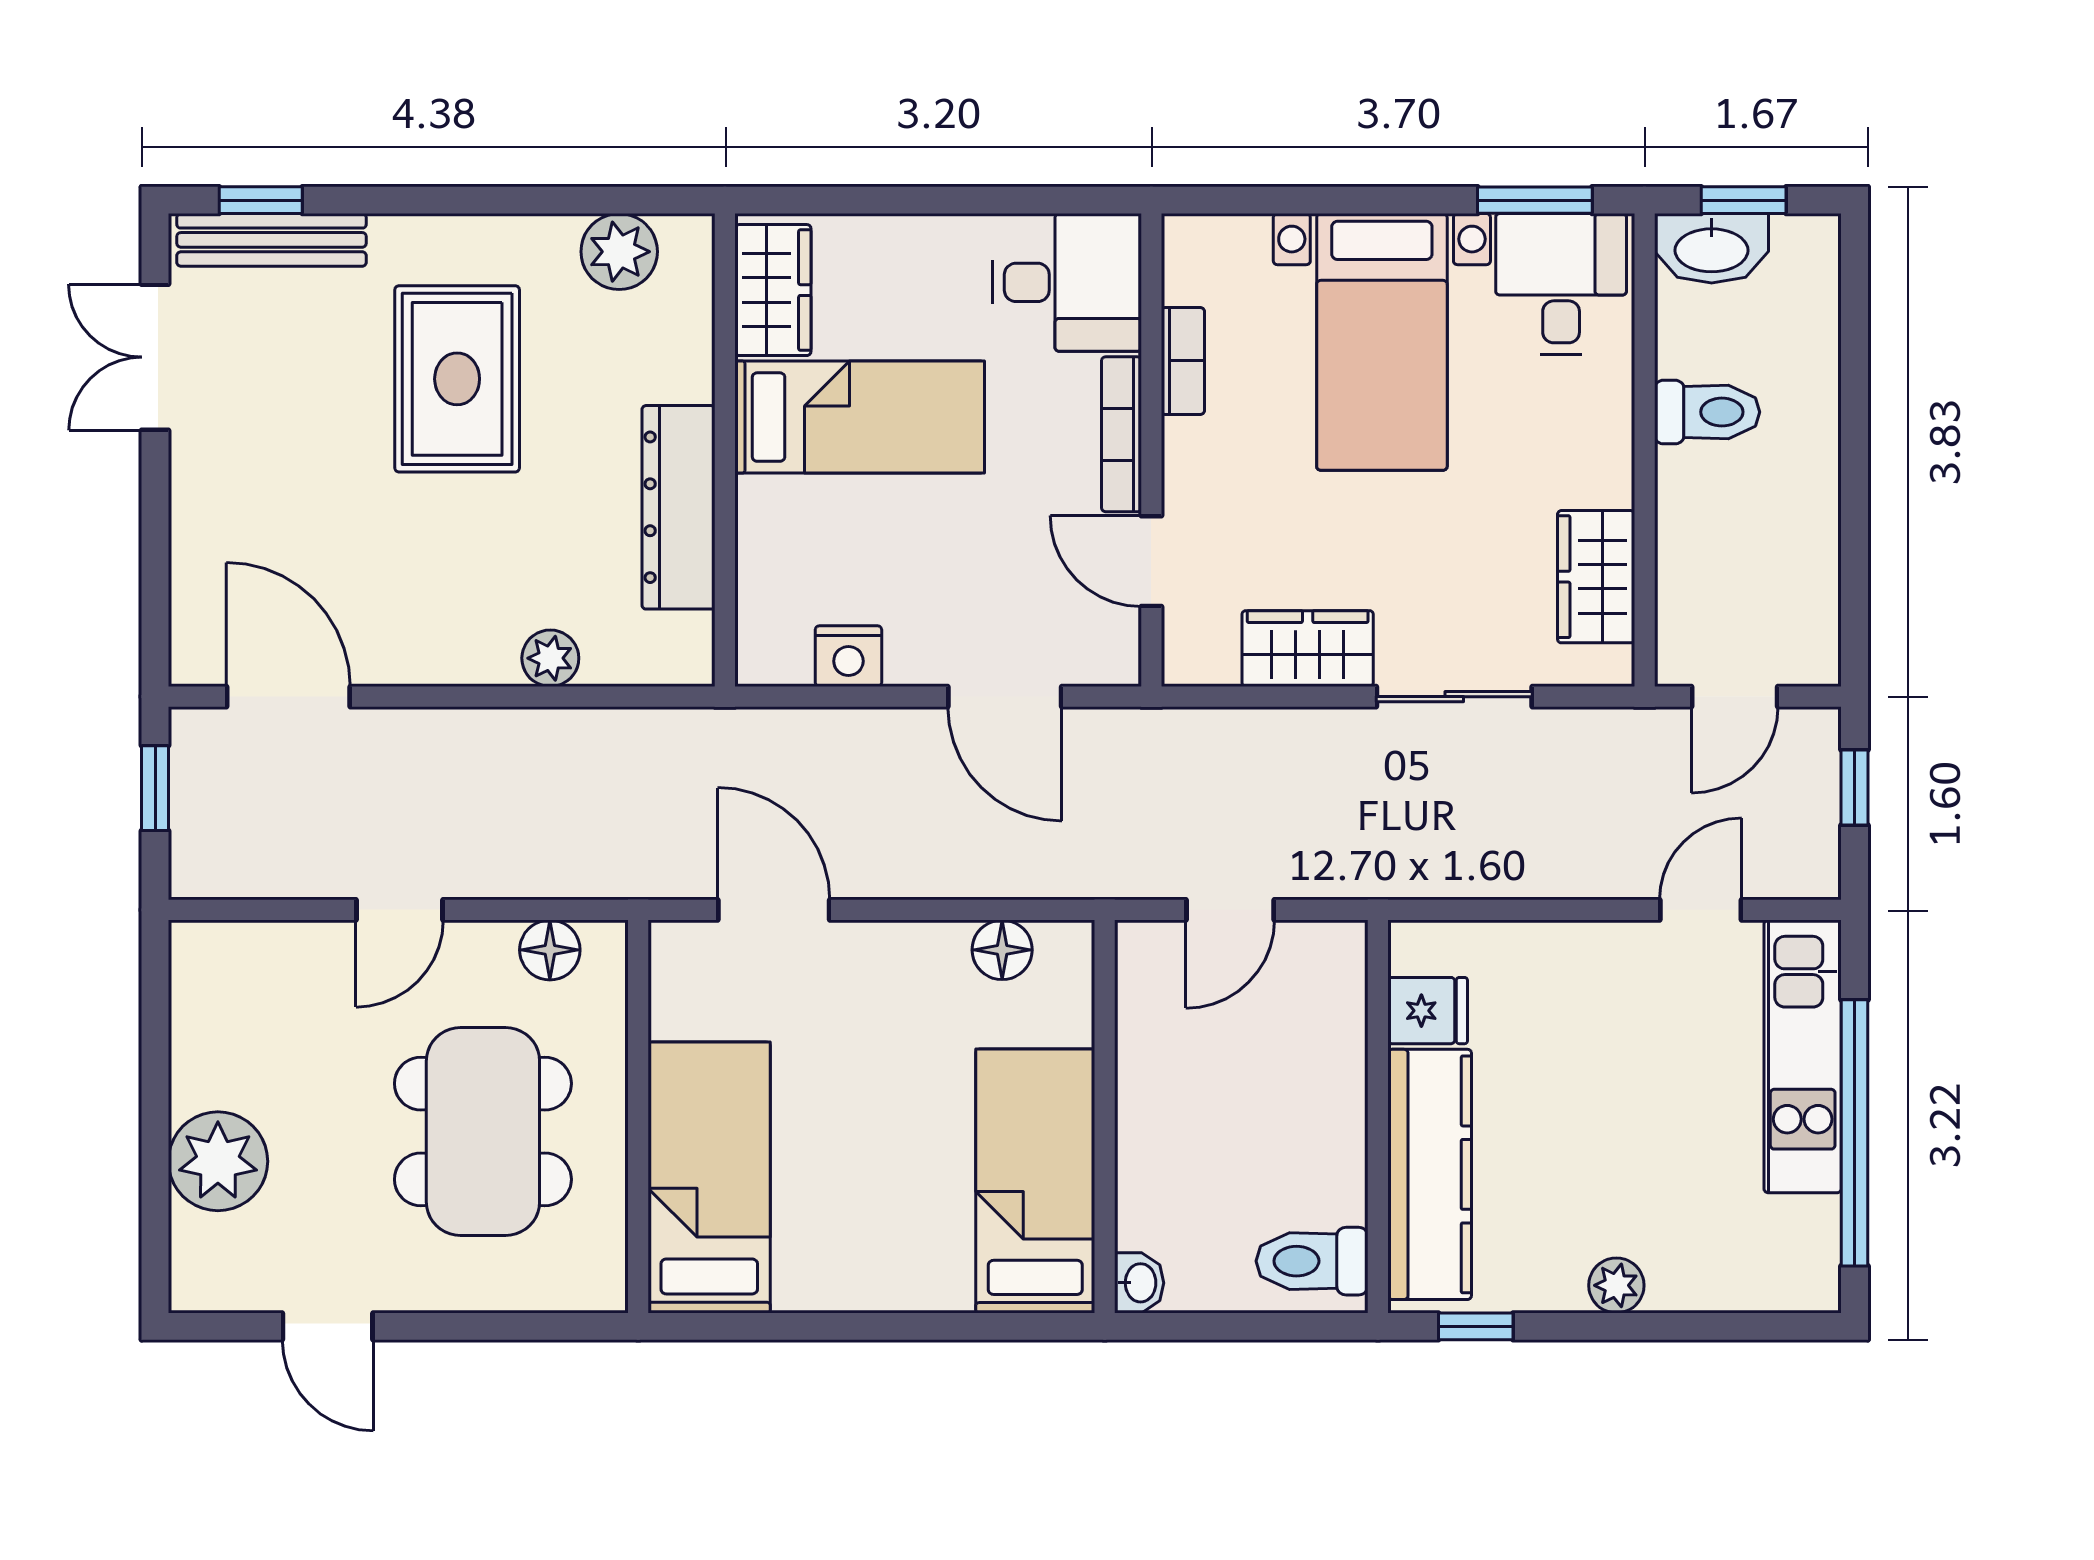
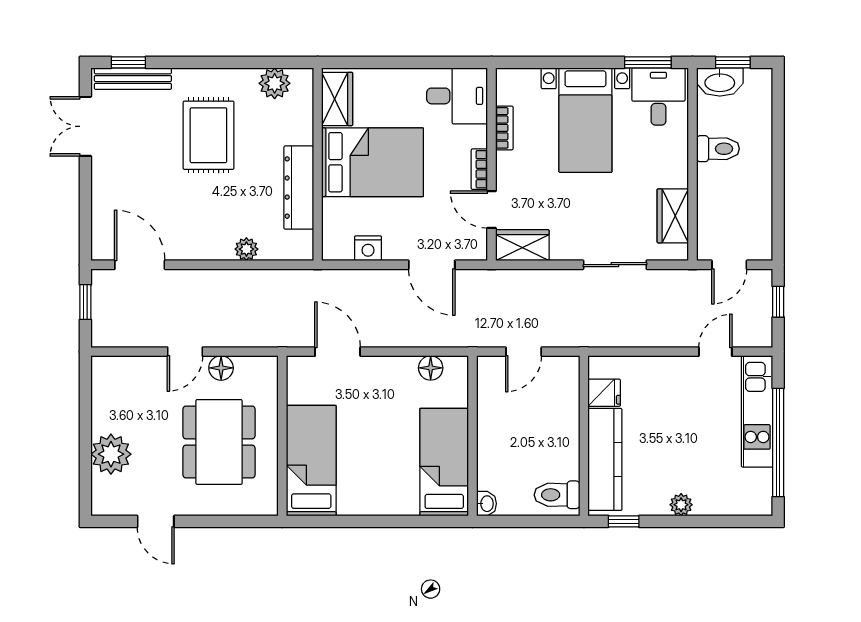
bed: (860, 417) -> (373, 162), width x1.50
bookcase: (1122, 434) -> (479, 169), width x0.64
wardrobe: (1308, 649) -> (522, 245), moved
floor lamp: (550, 950) -> (221, 368), moved

